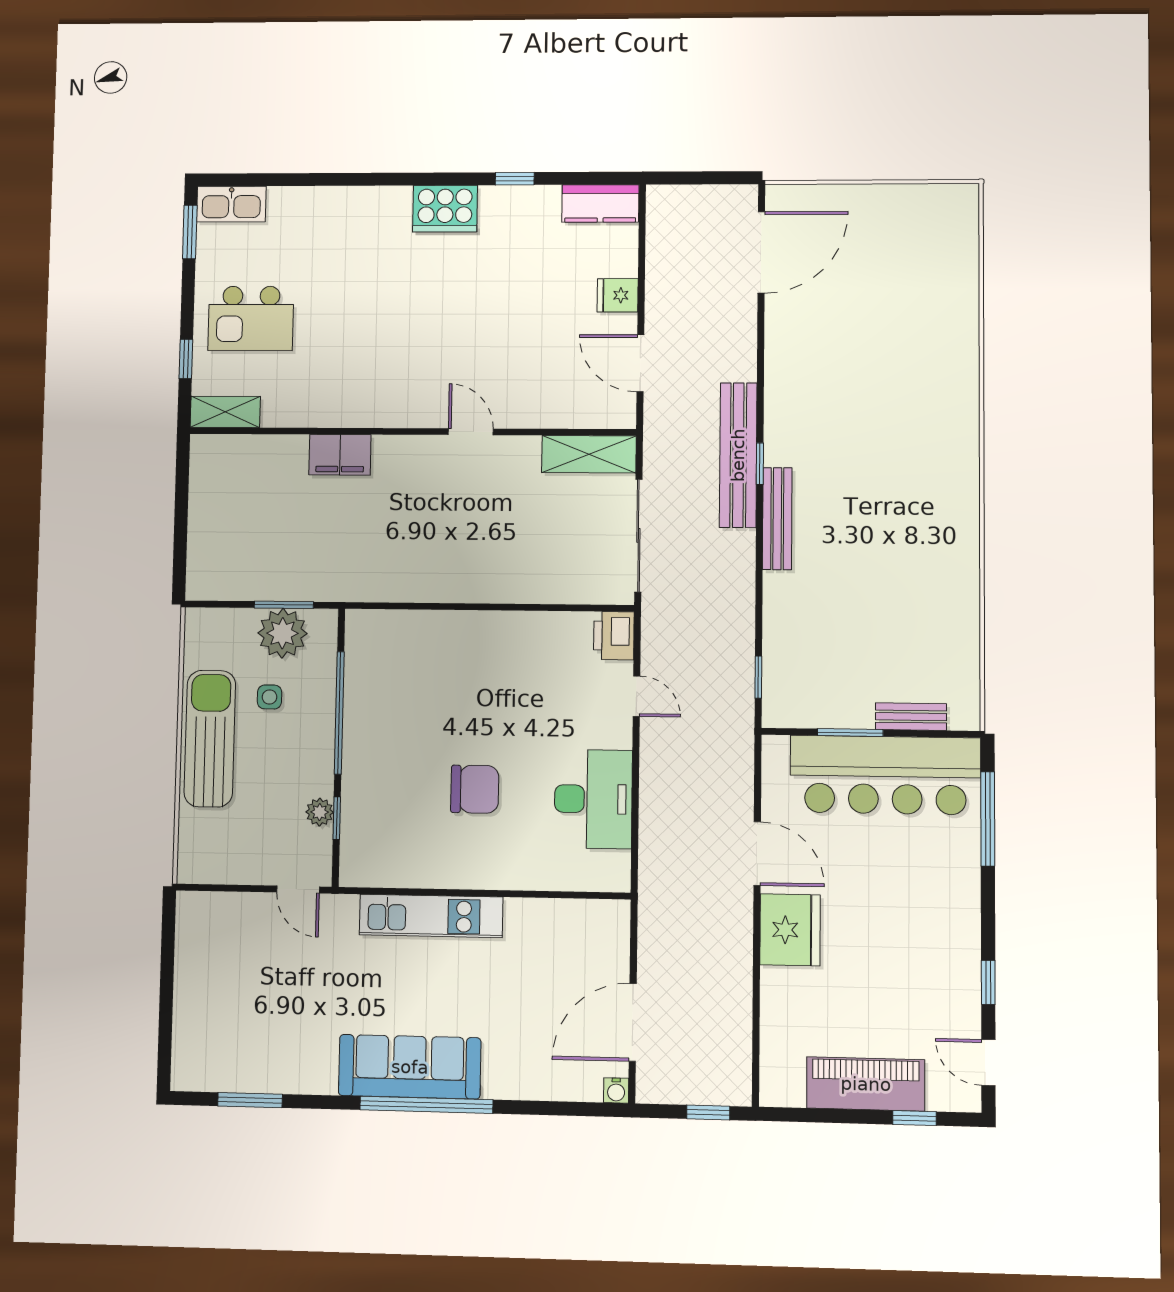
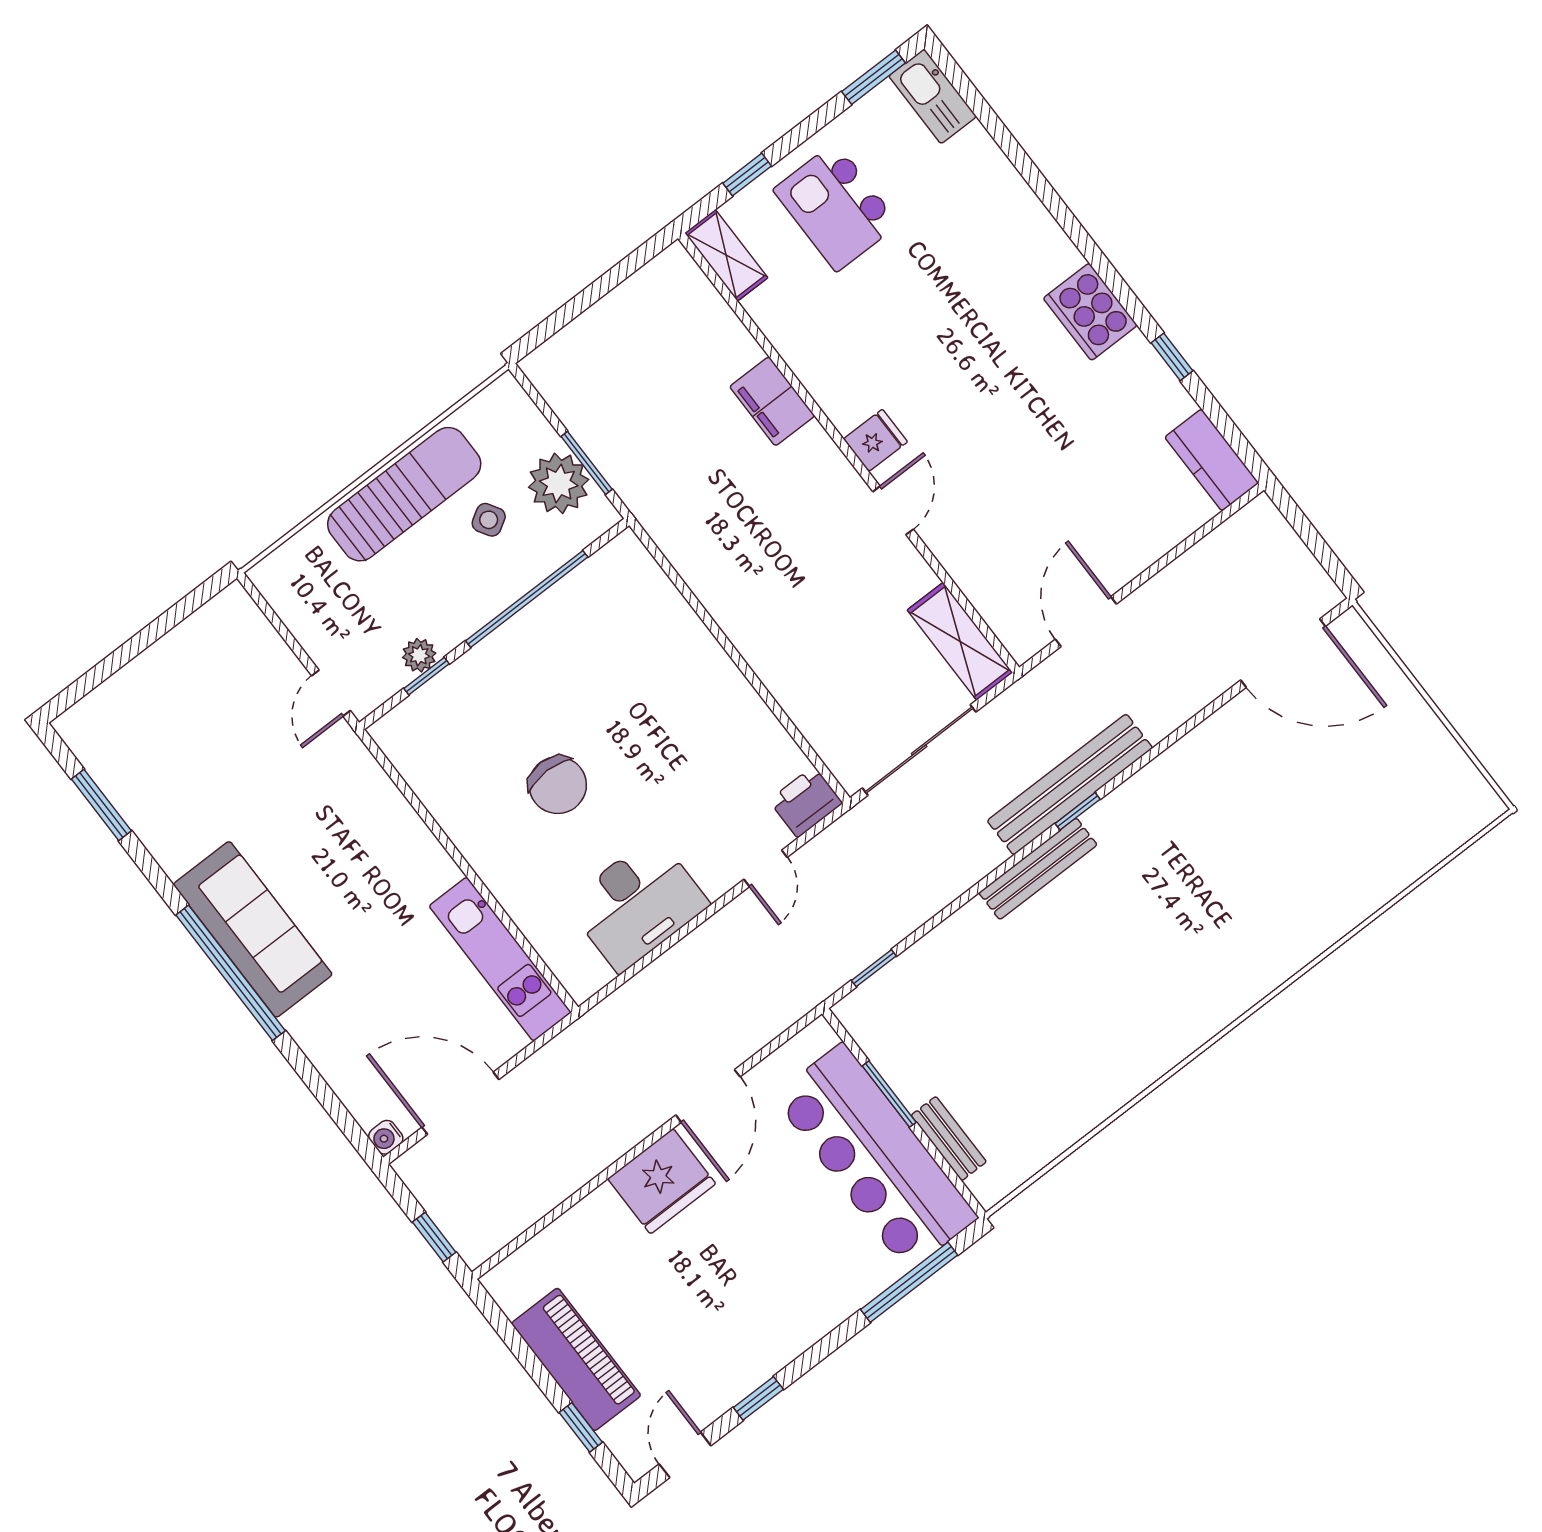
fridge: (618, 295) -> (876, 440), moved, turned 90
side table: (269, 697) -> (489, 520), turned -31
kitchen unit: (431, 916) -> (500, 959), moved

